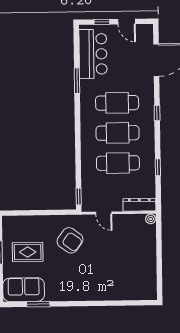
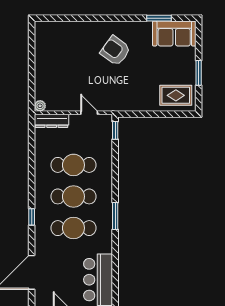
window: (77, 81) -> (115, 216), moved
window: (158, 167) -> (32, 160), removed
armchair: (70, 240) -> (115, 51), moved
rug: (28, 252) -> (176, 95), moved

